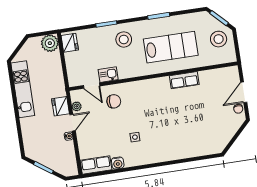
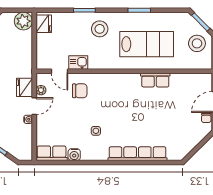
row of seats: (178, 153) -> (137, 154), added

